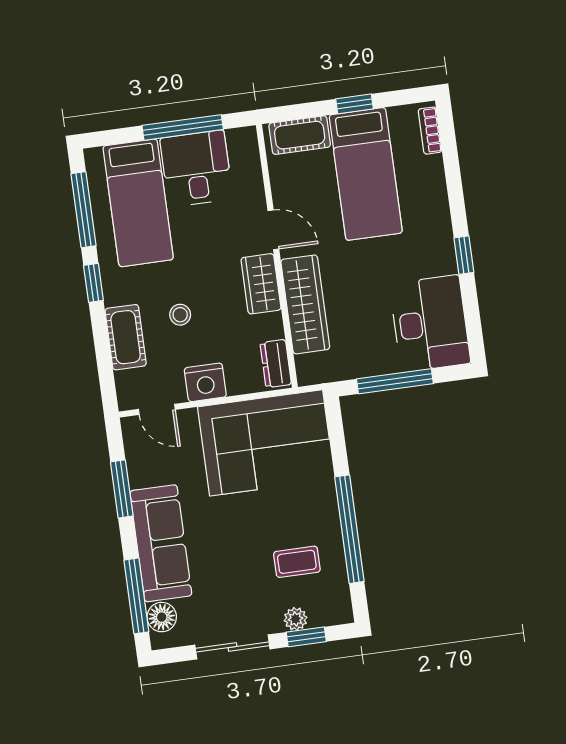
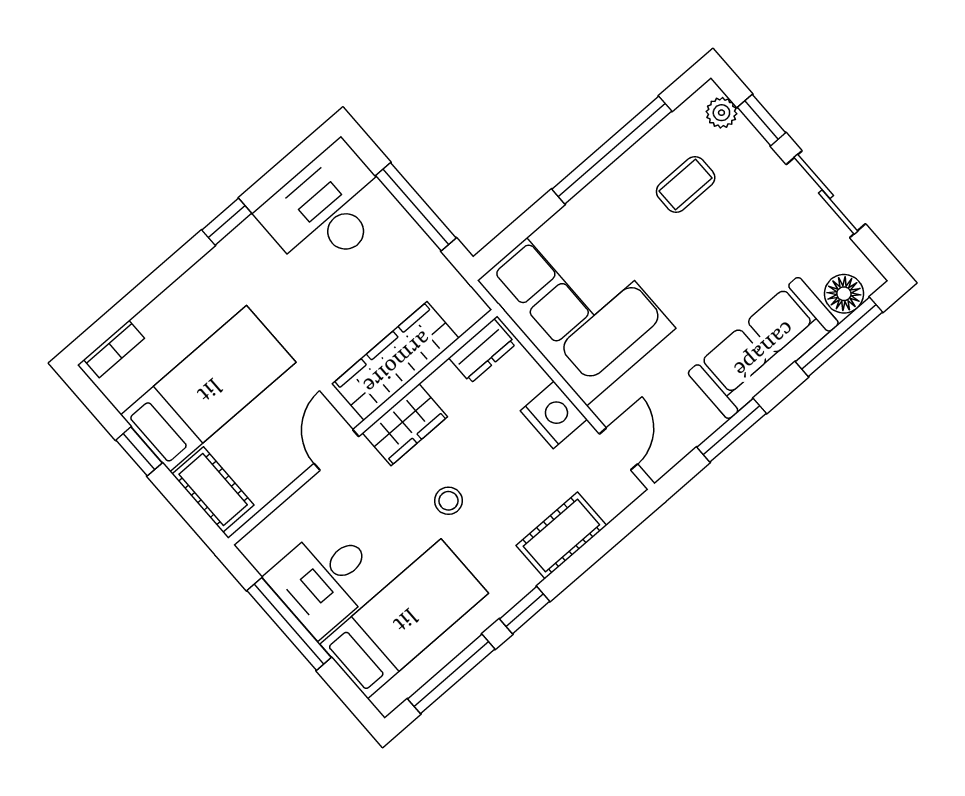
stool: (180, 315) -> (448, 501), moved
coffee table: (297, 562) -> (686, 185), turned 90
plant: (295, 619) -> (721, 113), moved

